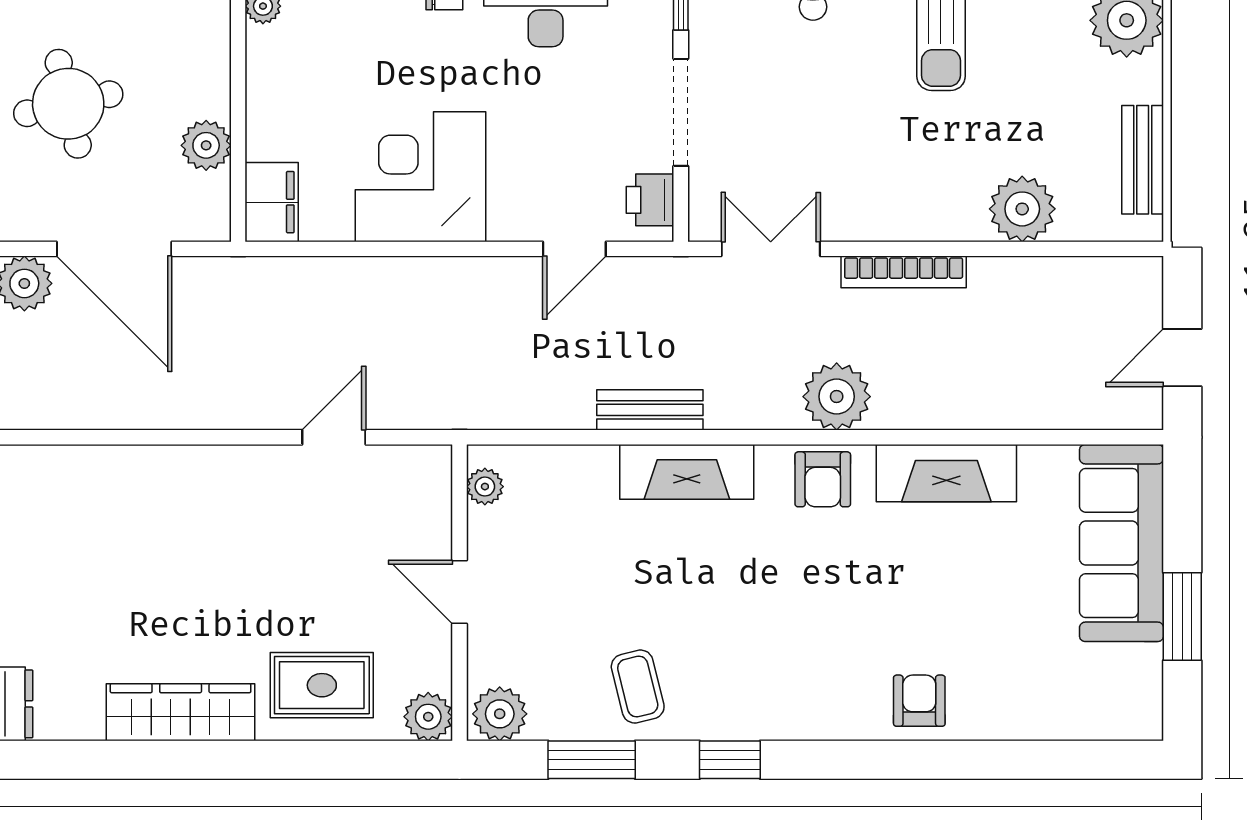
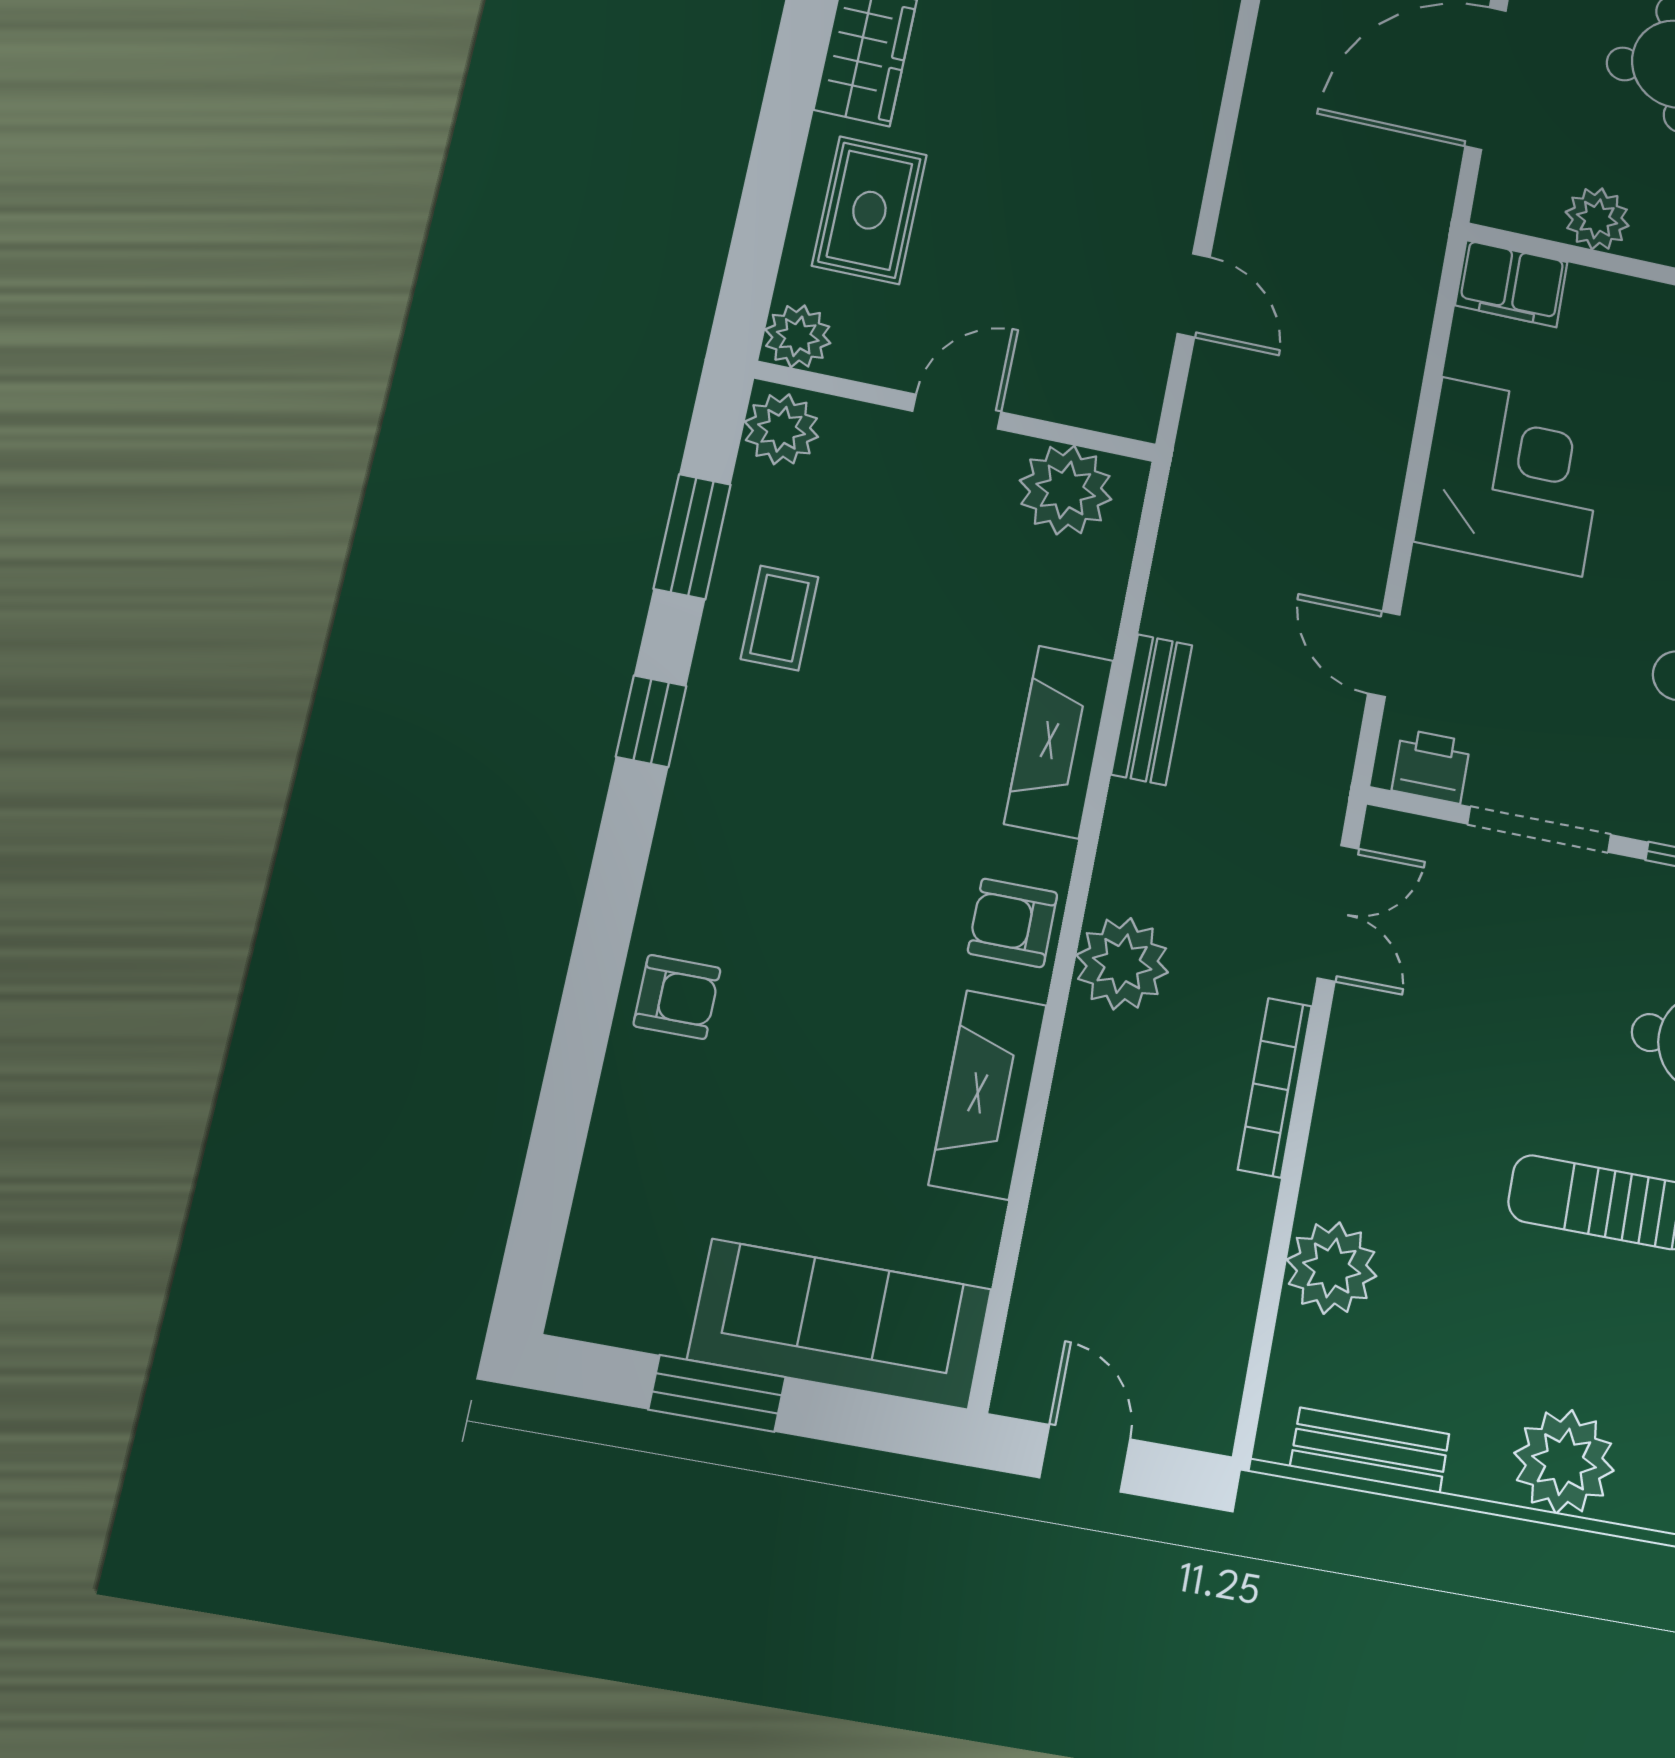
plant: (485, 487) -> (1066, 490), width x1.88, depth x1.88
coffee table: (638, 687) -> (780, 618), turned -76

